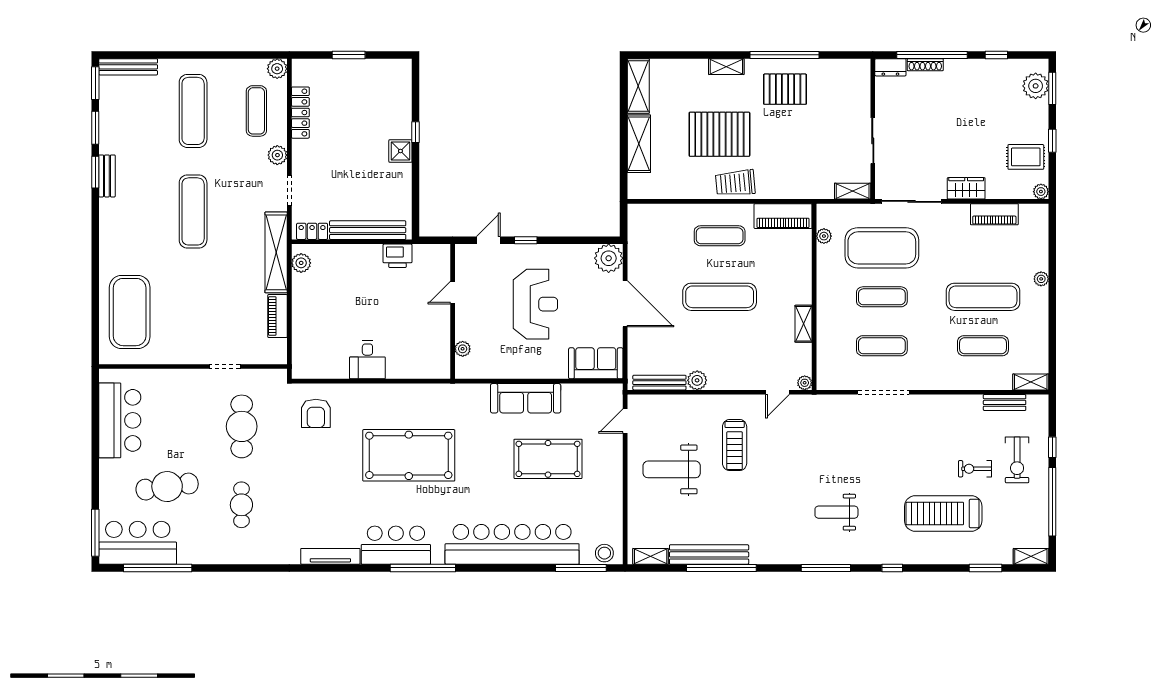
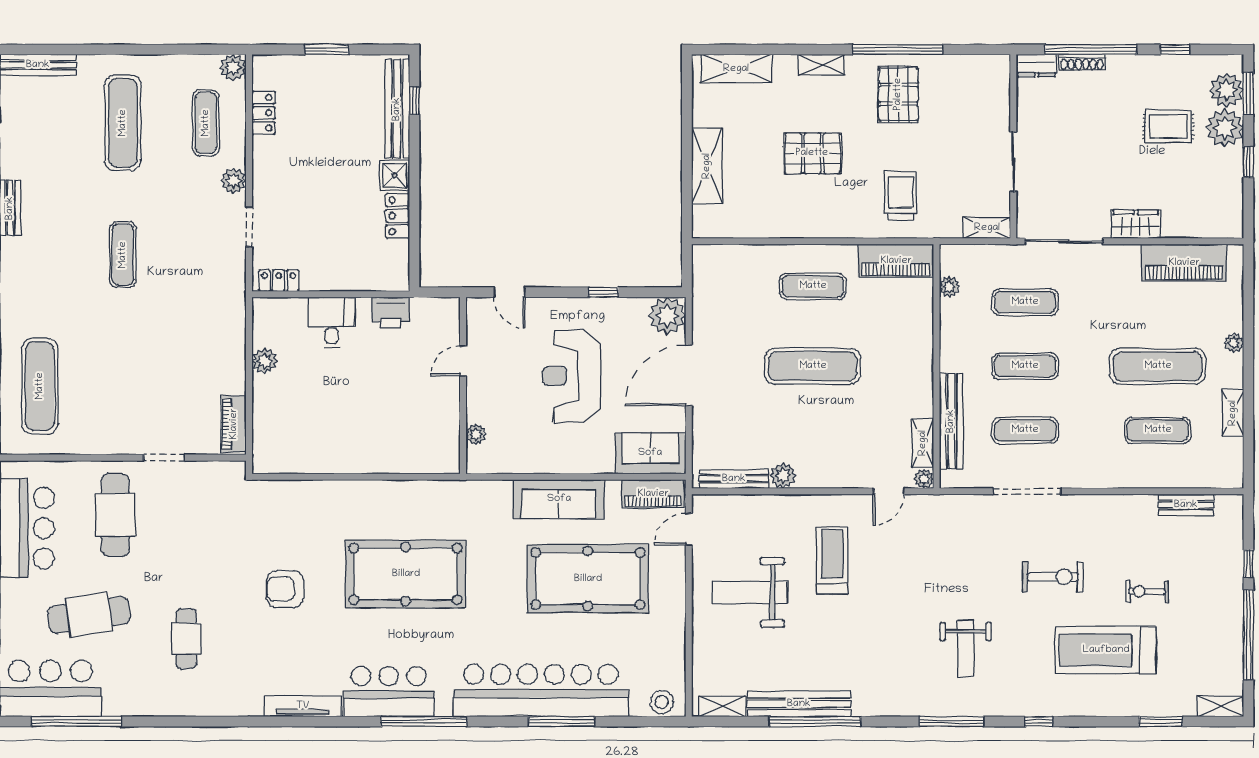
shelving: (638, 86) -> (736, 69), moved, turned 90
pallet: (785, 89) -> (898, 94), turned 90
locker: (300, 113) -> (263, 113), width x0.66
window: (416, 132) -> (414, 101), moved
pallet: (719, 134) -> (812, 153), width x0.73, depth x0.71
rug: (1026, 157) -> (1168, 126), moved
locker: (403, 182) -> (398, 216), added
trolley: (735, 183) -> (900, 196), moved, turned 95
plant: (1041, 192) -> (1225, 128), moved, width x1.88, depth x1.88
exercise mat: (193, 211) -> (123, 255), width x0.73, depth x0.69
piano: (994, 214) -> (1184, 263), width x1.37, depth x1.33
bench: (368, 230) -> (397, 109), moved, turned 90
door: (488, 240) -> (509, 292), swing flipped
window: (526, 240) -> (603, 292), moved
exercise mat: (882, 248) -> (1025, 302), width x0.50, depth x0.69
shelving: (276, 252) -> (232, 308), removed
plant: (301, 263) -> (265, 361), moved
reception desk: (535, 304) -> (571, 376), turned 180
door: (625, 304) -> (689, 375), swing flipped
exercise mat: (130, 312) -> (40, 386), width x0.68
piano: (277, 316) -> (234, 424), moved
shelving: (803, 324) -> (923, 443), moved
bench: (825, 339) -> (951, 421), added
desk: (367, 360) -> (332, 322), moved, turned 180
shelving: (1031, 382) -> (1233, 413), moved, turned 90
piano: (598, 394) -> (653, 494), added
armchair: (316, 413) -> (285, 589), moved, turned 90
cafe table: (242, 426) -> (115, 515), moved
treadmill: (735, 445) -> (832, 560), turned 180
pool table: (548, 459) -> (588, 579), width x1.36, depth x1.32
exercise bike: (1017, 460) -> (1053, 577), moved, turned -90
weight bench: (836, 512) -> (966, 648), turned -90
window: (581, 568) -> (562, 722), moved

